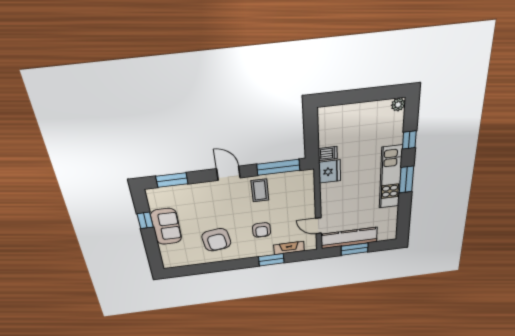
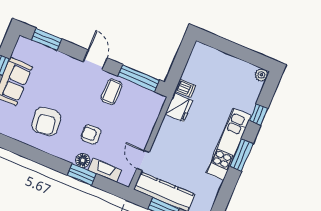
armchair: (262, 230) -> (91, 134), turned 88
floor lamp: (266, 250) -> (83, 160), added

